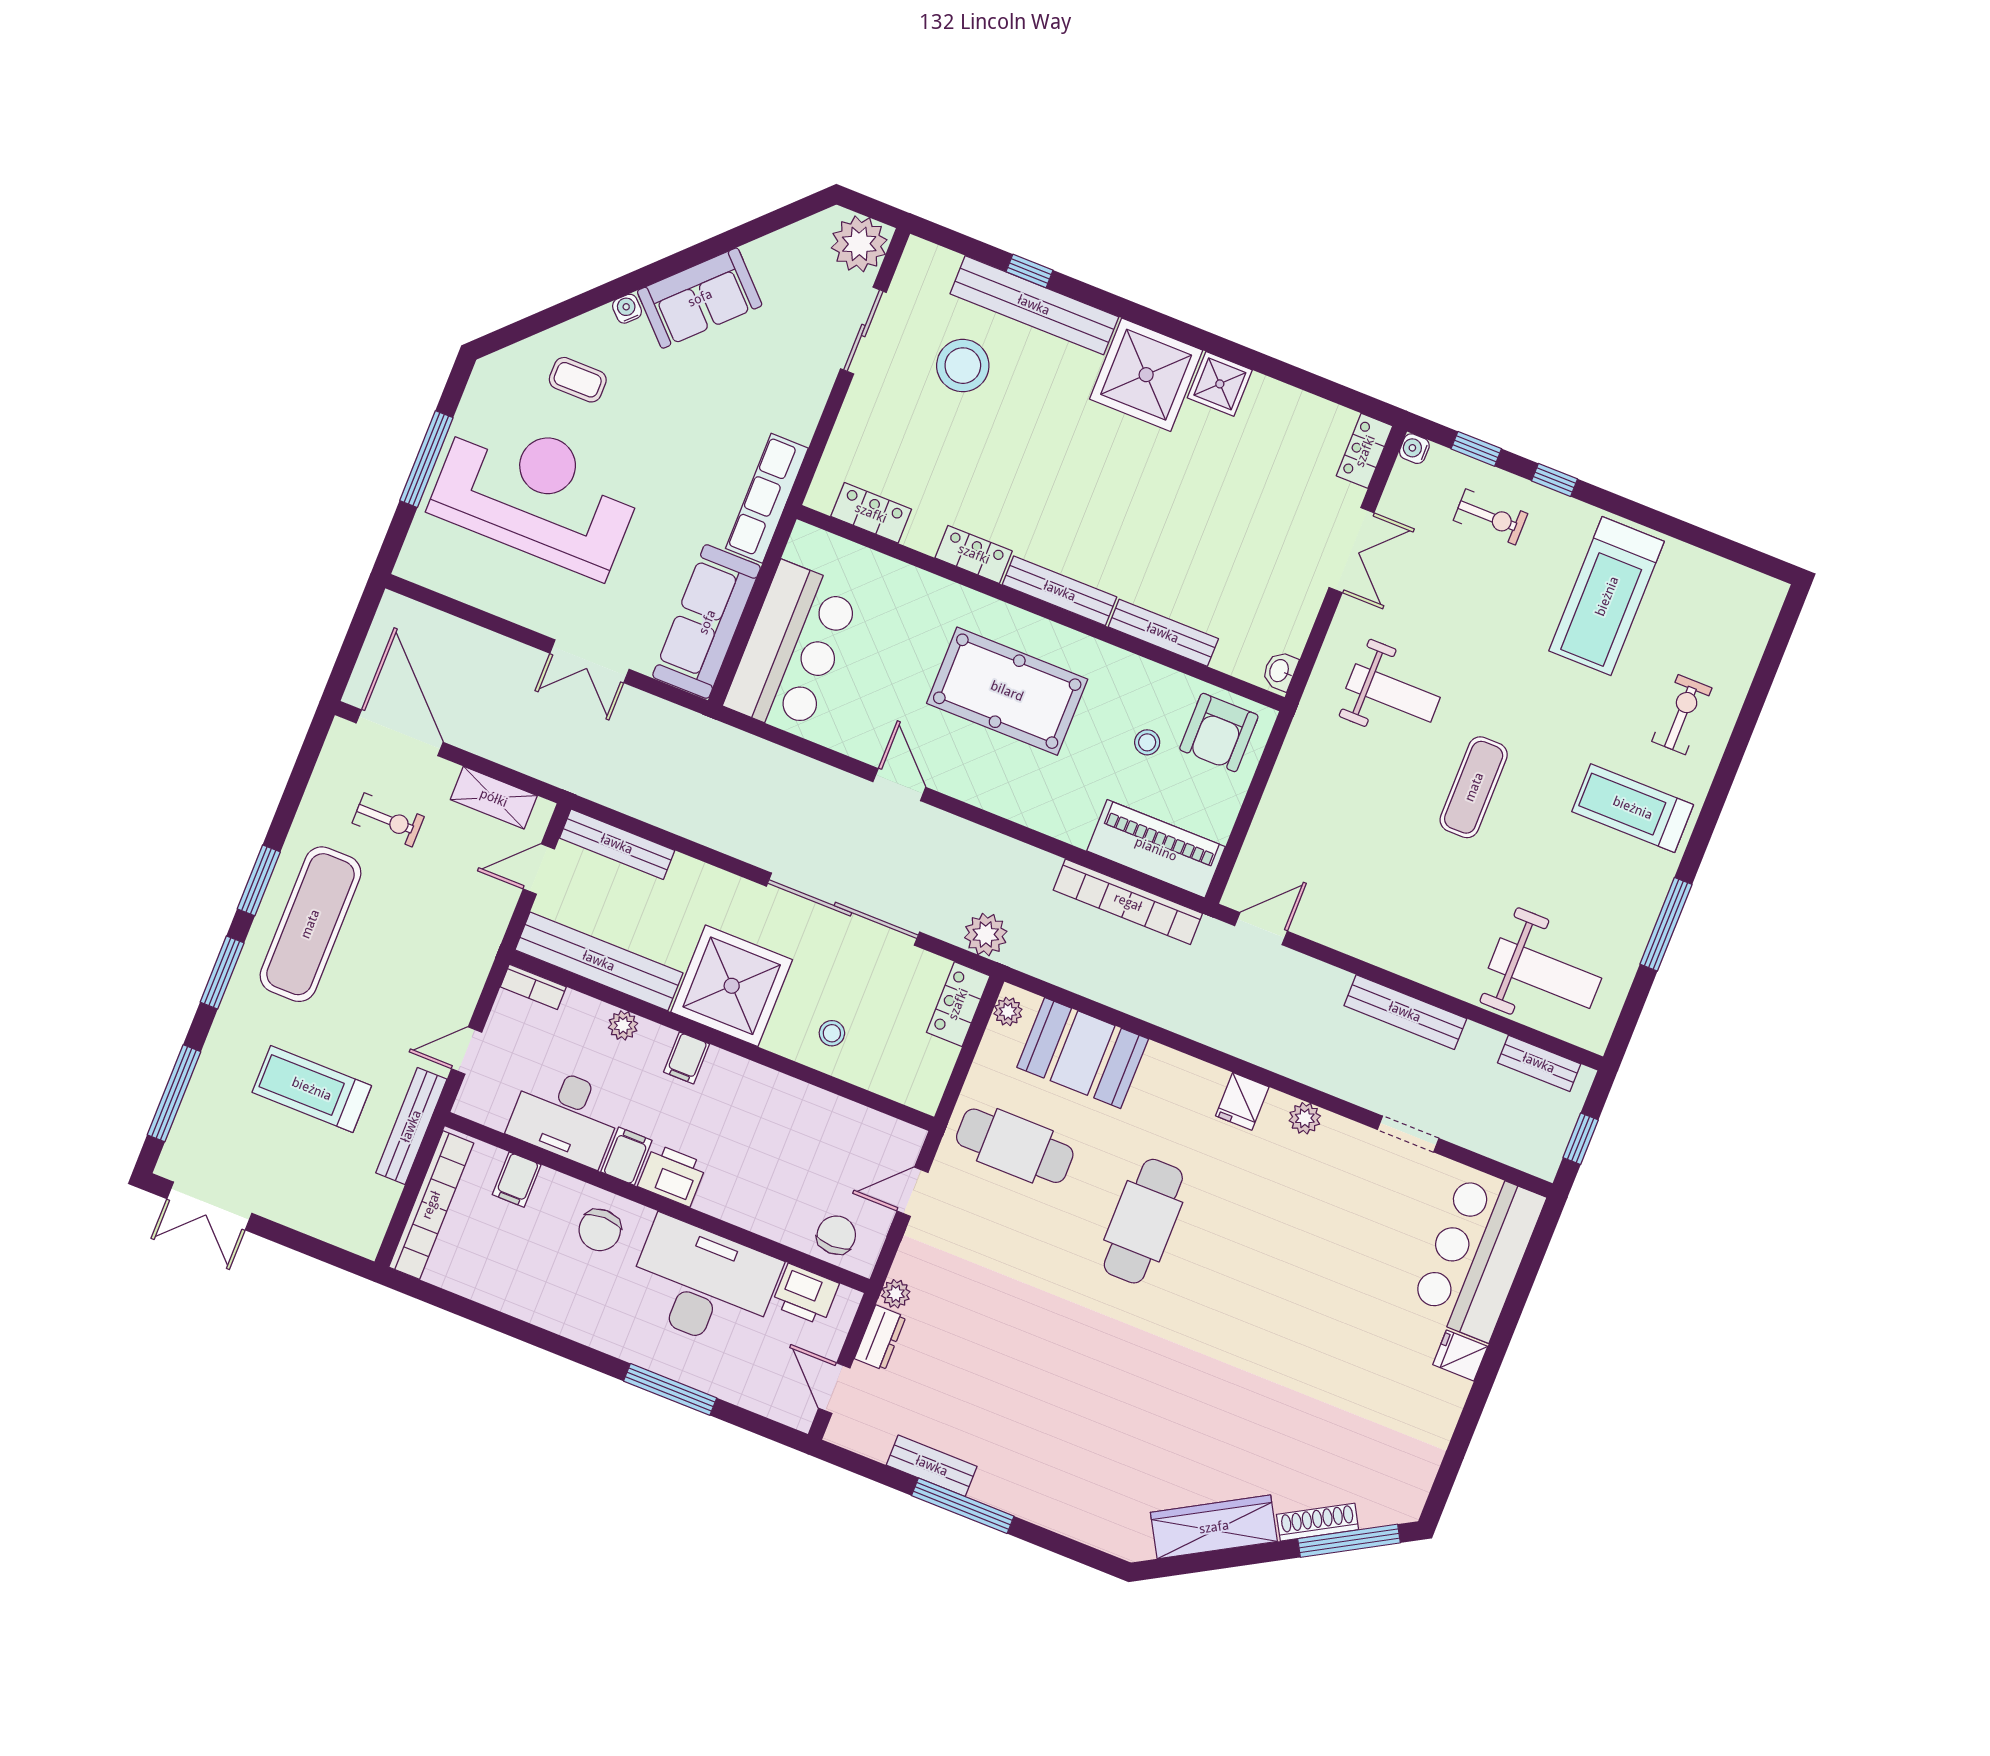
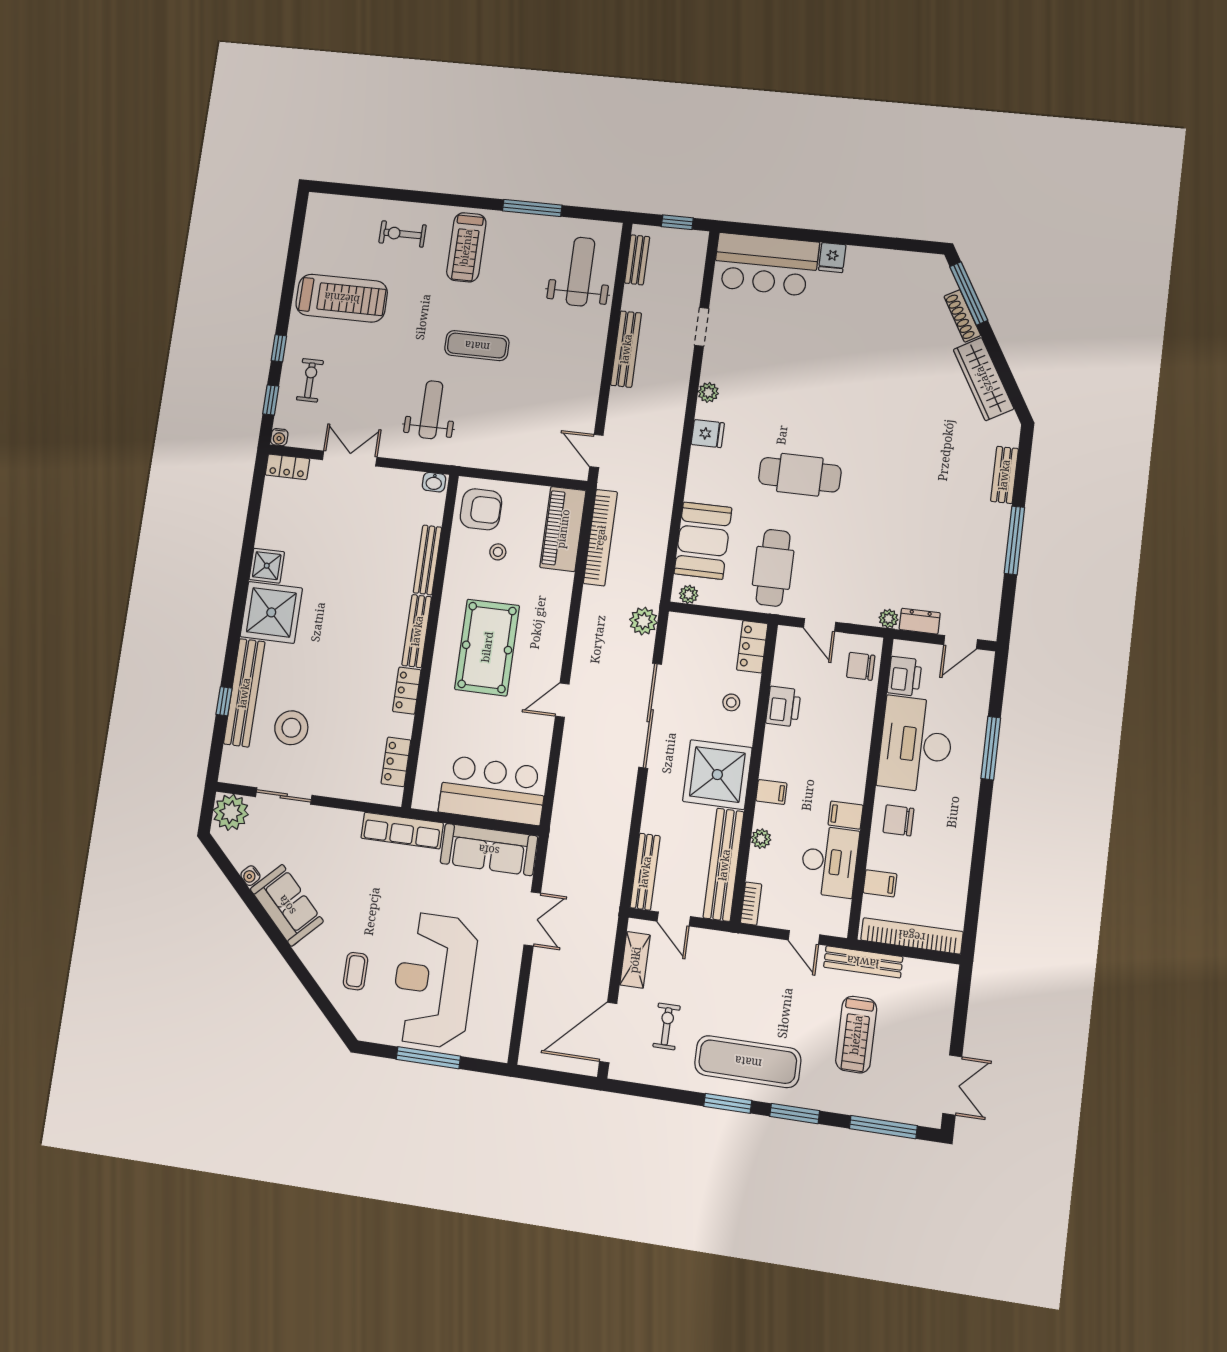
water cooler: (627, 309) -> (250, 876), moved
locker: (958, 1004) -> (752, 647), moved, turned 90
printer: (672, 1175) -> (783, 707), moved, turned 180
chair: (600, 1230) -> (898, 820), turned 180
bench: (932, 1466) -> (1004, 475), moved

